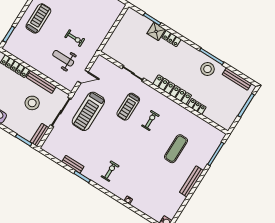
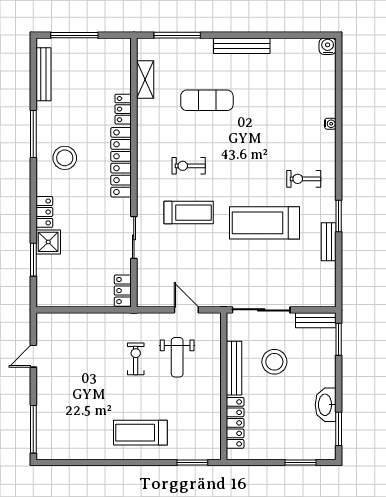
locker: (111, 52) -> (123, 291), added
stool: (207, 69) -> (65, 158), moved
treadmill: (88, 111) -> (264, 223), moved, turned 180
shelving: (204, 126) -> (145, 79), added

